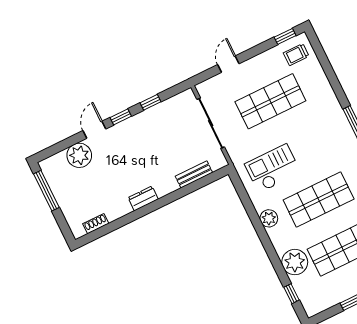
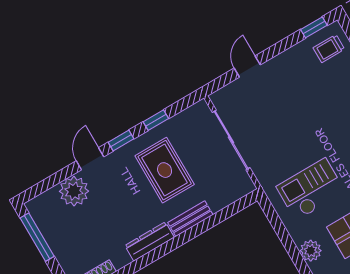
shop shelf: (270, 101) -> (302, 108), removed
rug: (154, 144) -> (165, 170), added
bench: (194, 174) -> (190, 219), moved
dresser: (143, 198) -> (150, 241), width x1.44

